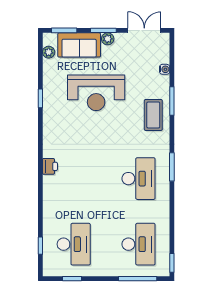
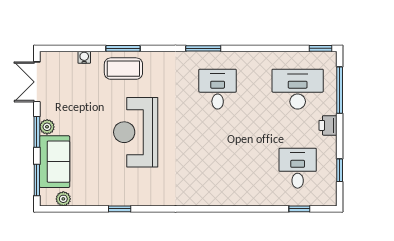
reception desk: (96, 93) -> (136, 132), moved, turned 180
coffee table: (153, 115) -> (123, 69), moved
printer: (50, 166) -> (328, 125), moved, turned -90
desk: (139, 179) -> (218, 89), width x0.73
desk: (74, 244) -> (298, 168), width x0.73

